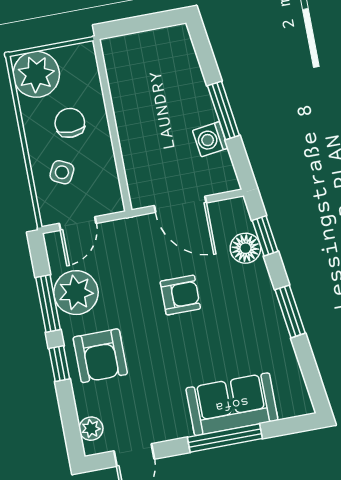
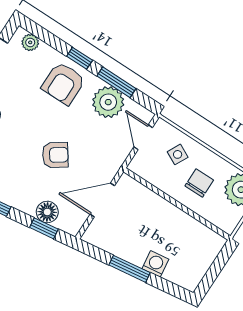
chair: (70, 123) -> (199, 183), turned -90
washing machine: (210, 139) -> (155, 264), moved
armchair: (180, 295) -> (55, 155), turned -125
armchair: (100, 356) -> (63, 83), turned -90

